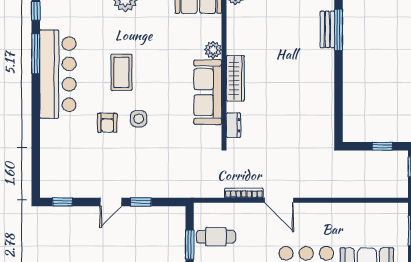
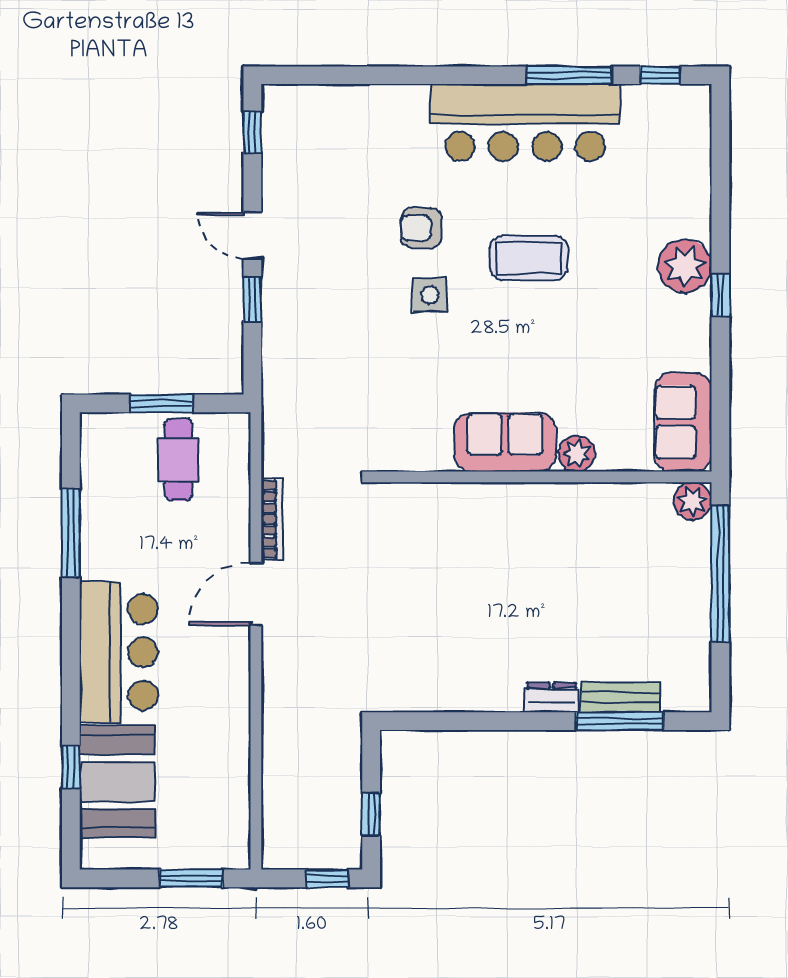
wardrobe: (235, 78) -> (516, 501), removed
sofa: (208, 92) -> (505, 442), width x0.73
dresser: (233, 125) -> (552, 698), moved, turned 180

